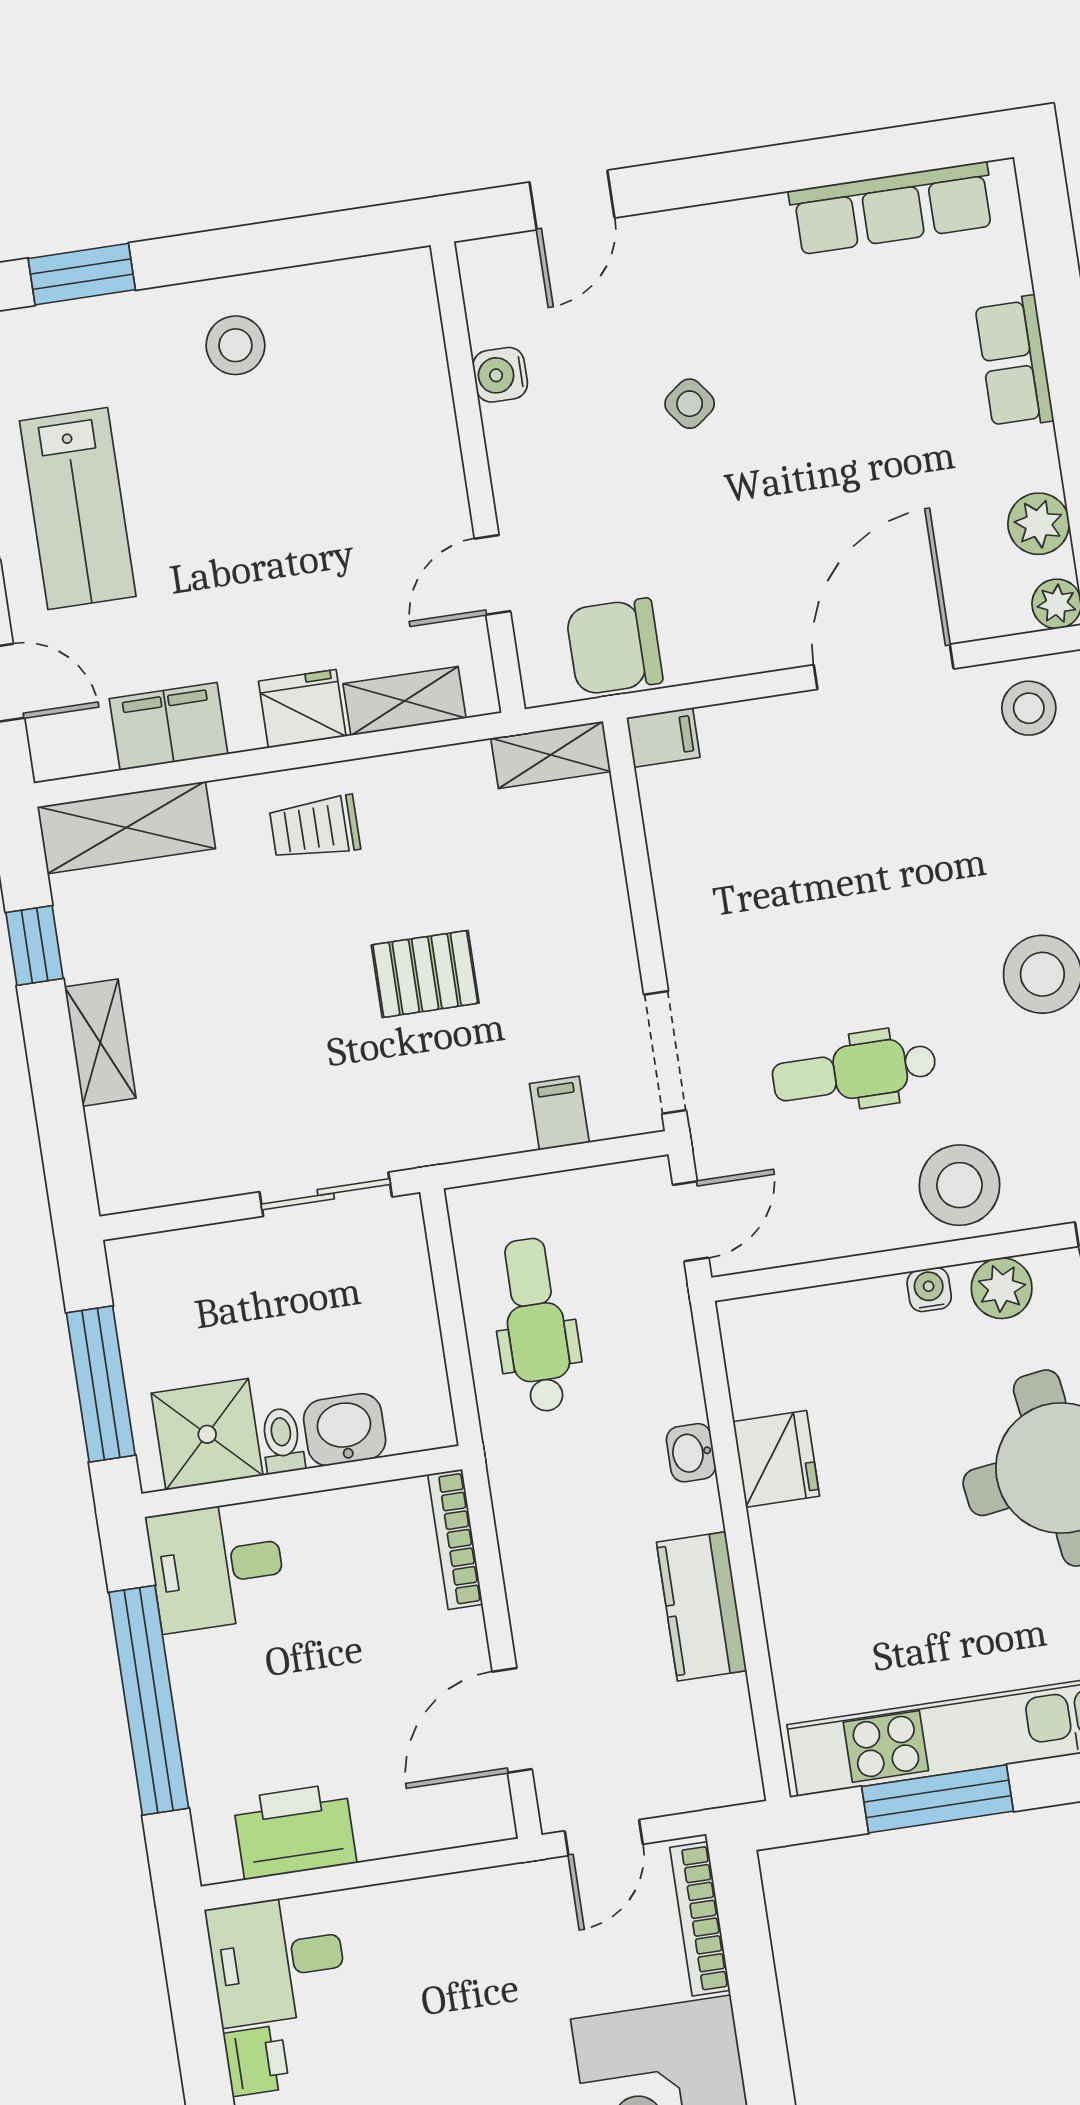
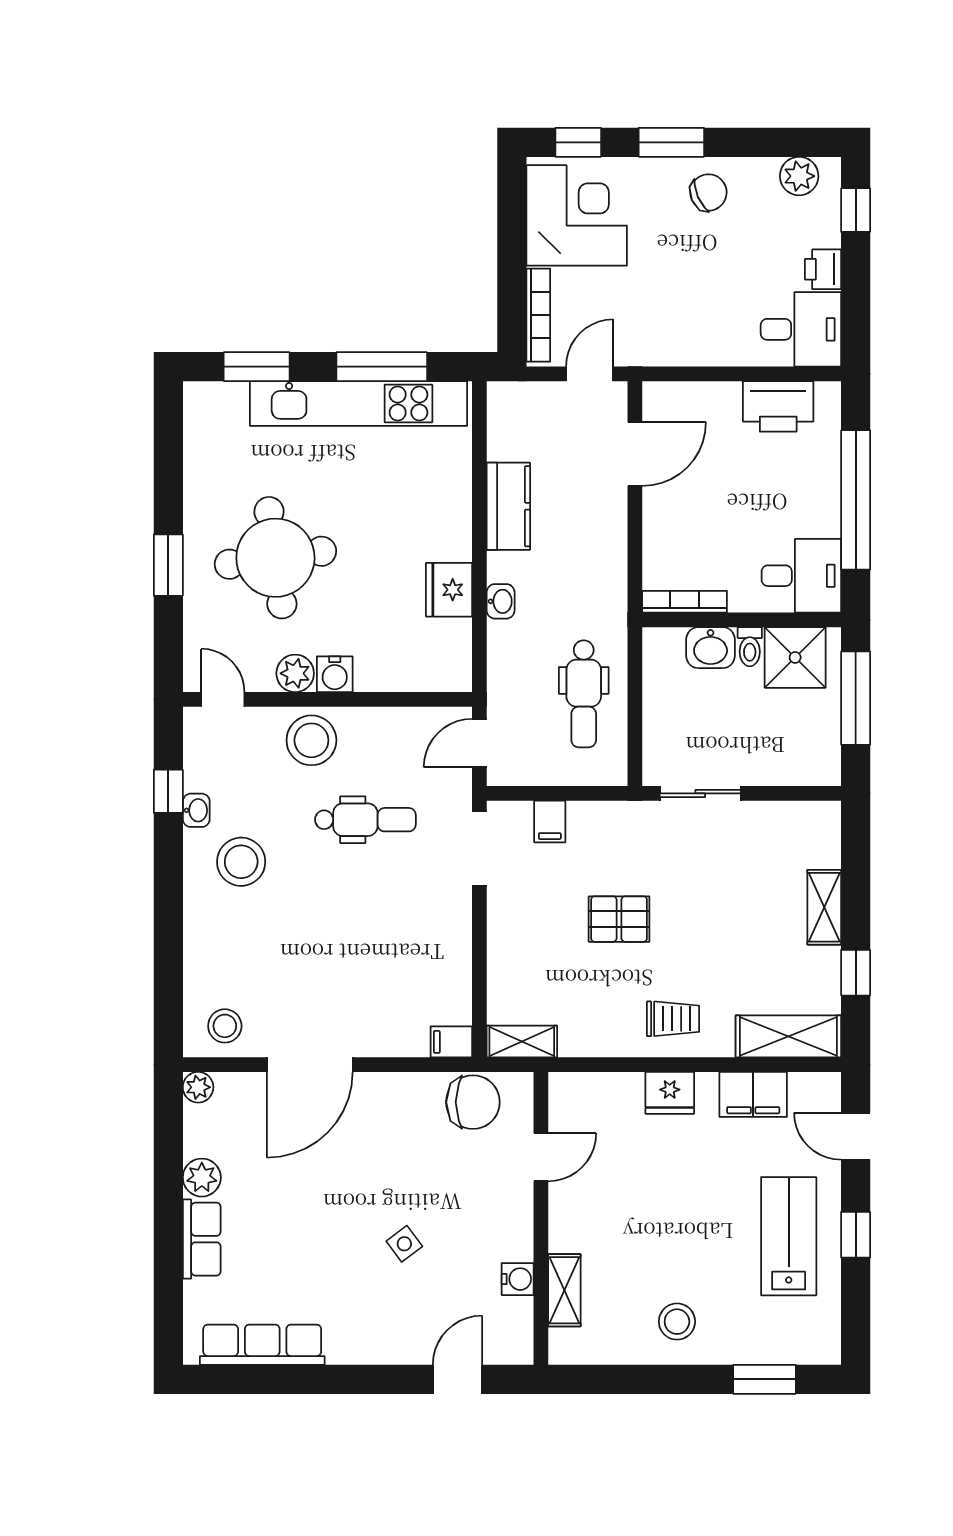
plant: (1039, 524) -> (202, 1178), moved
shelving: (404, 701) -> (564, 1290), moved, turned 90
water cooler: (929, 1290) -> (335, 674), width x1.38, depth x1.38
bookcase: (455, 1539) -> (685, 602), moved, turned -90

